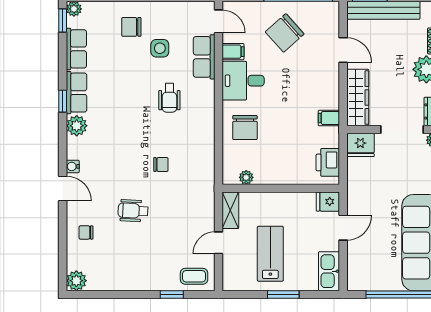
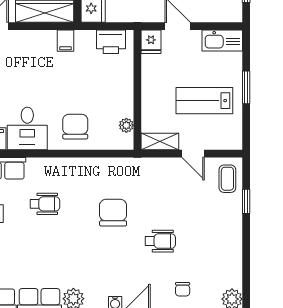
chair: (245, 127) -> (75, 127), turned -90
chair: (161, 164) -> (113, 213), width x1.87, depth x1.87
wheelchair: (133, 211) -> (160, 241), turned -93

